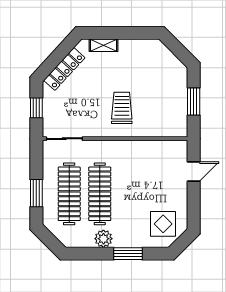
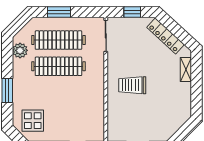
trolley: (122, 108) -> (132, 85), turned 180
plant: (103, 239) -> (20, 50), moved

